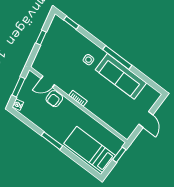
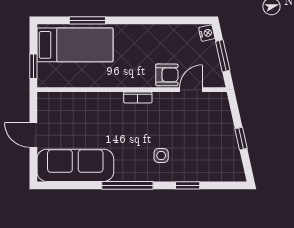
window: (71, 23) -> (188, 185), moved
sofa: (121, 76) -> (75, 165), moved
armchair: (54, 99) -> (167, 75), turned 90
window: (52, 141) -> (87, 20), moved

